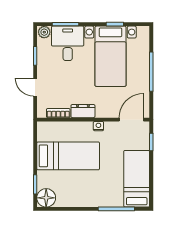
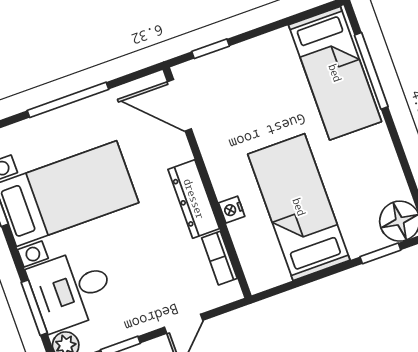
dresser: (83, 111) -> (194, 199), width x1.44
nightstand: (98, 126) -> (232, 210), moved
bed: (137, 179) -> (335, 73), moved, turned -90

